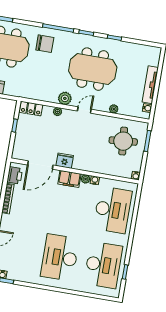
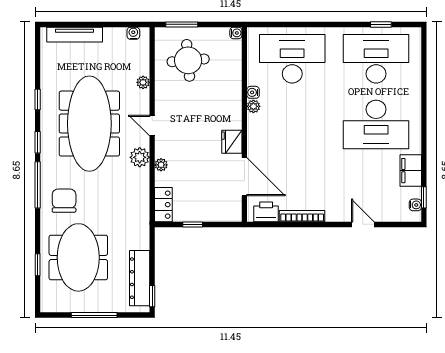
meeting table: (93, 69) -> (89, 124), width x1.36
tv unit: (150, 85) -> (75, 35), moved
filing cabinet: (69, 179) -> (411, 171), moved, turned 180

